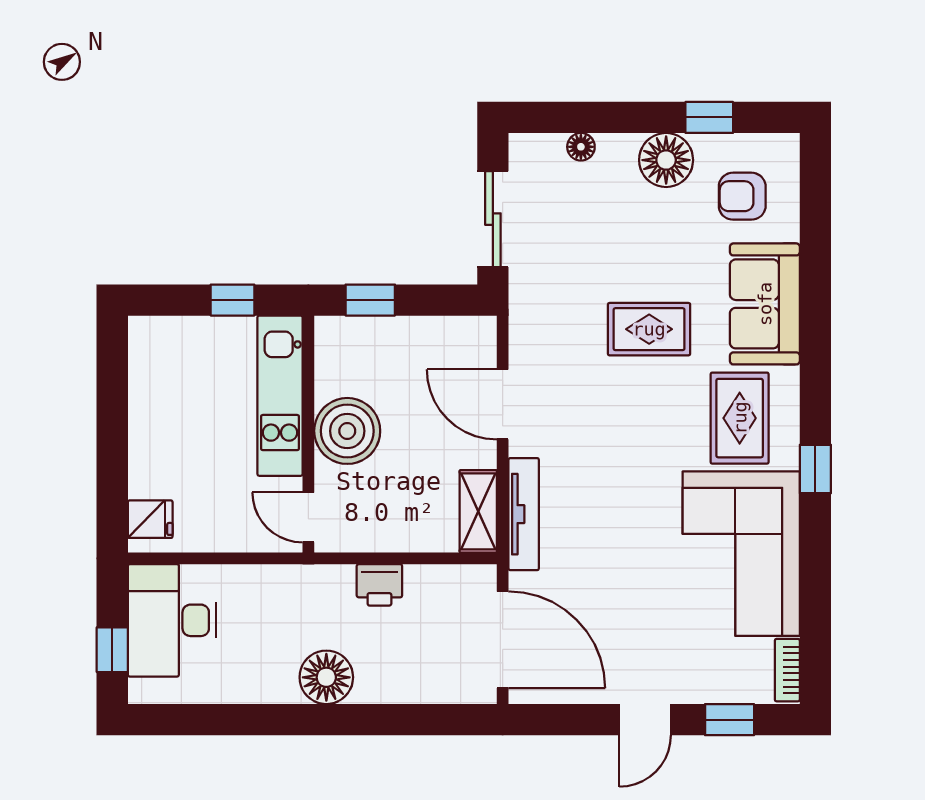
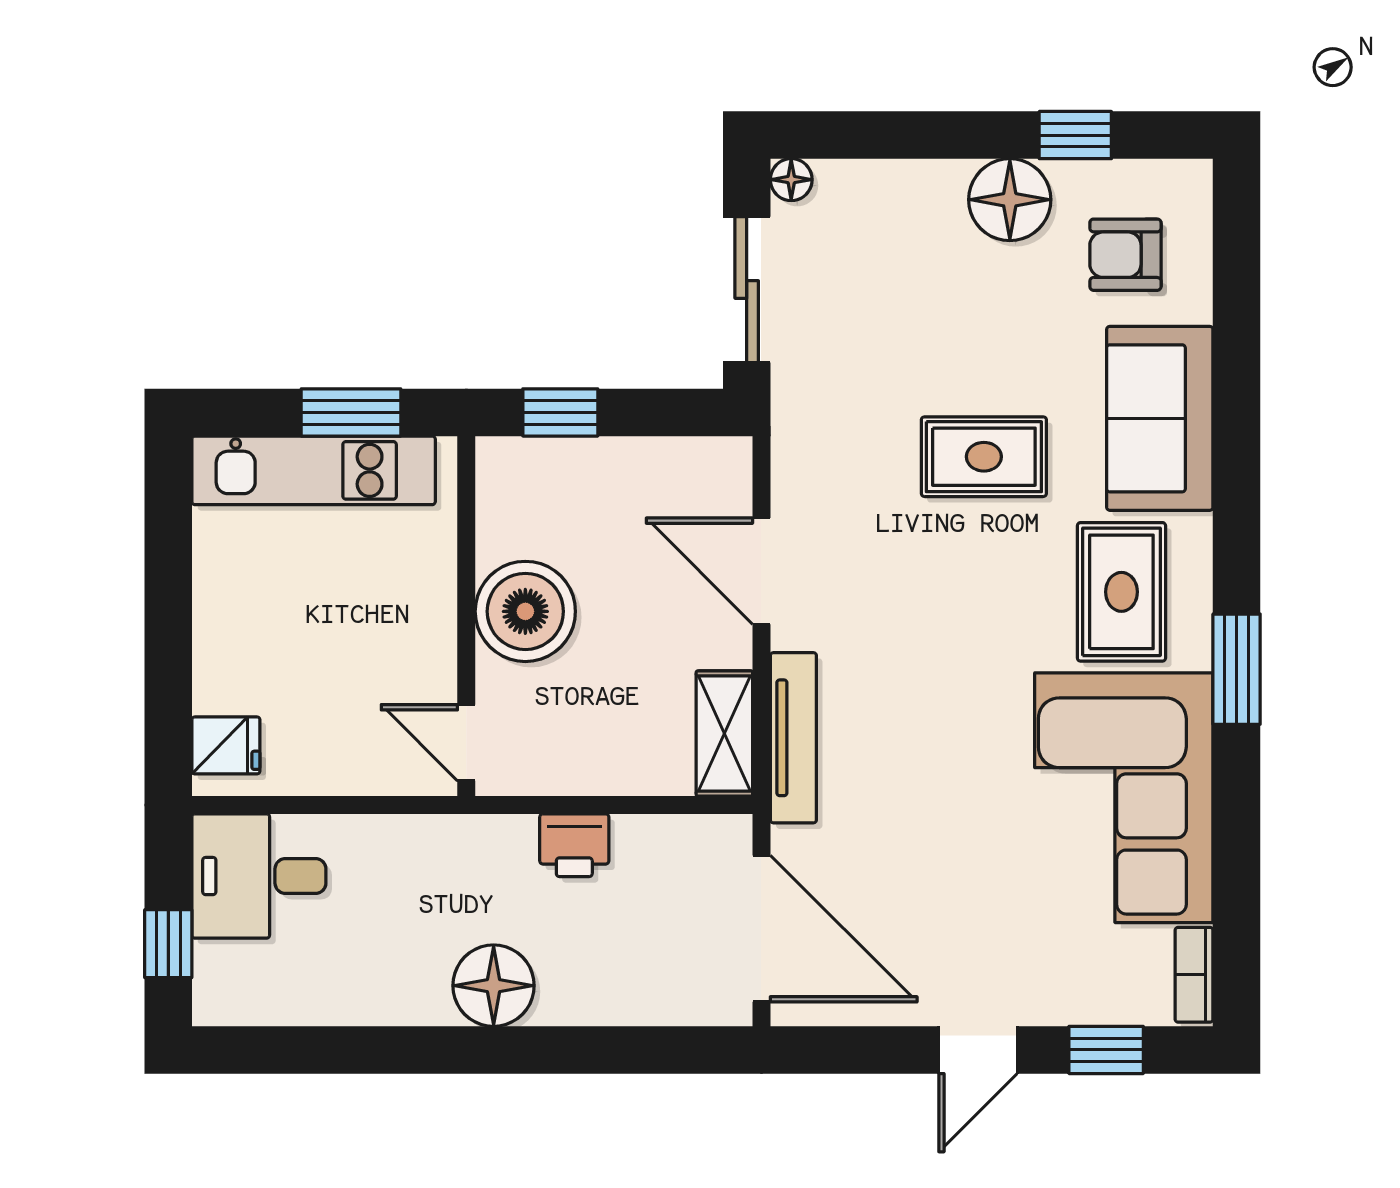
floor lamp: (581, 147) -> (791, 180), moved
window: (233, 300) -> (351, 412), width x1.50
kitchen unit: (280, 396) -> (314, 470), moved, turned -90
window: (815, 469) -> (1237, 669), width x1.50
desk: (172, 620) -> (259, 876), width x0.73

